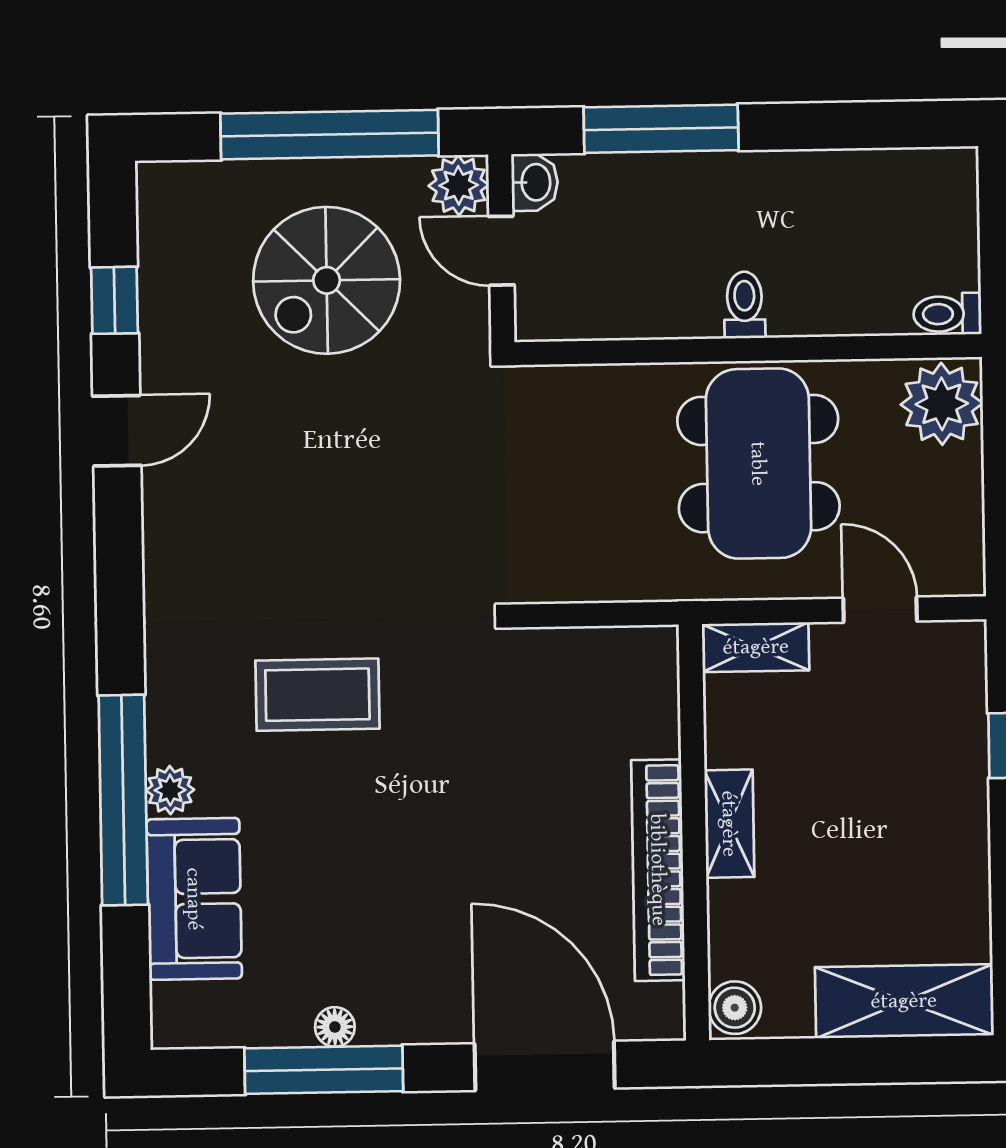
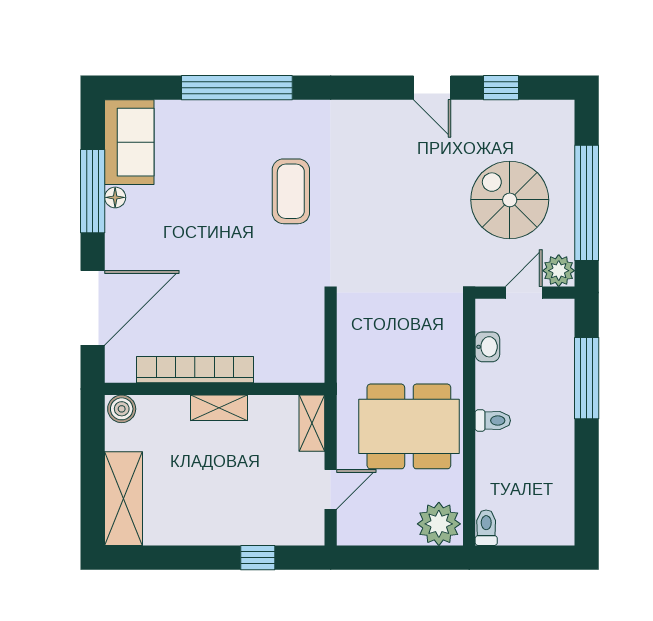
washbasin: (535, 182) -> (487, 347), moved, turned -90
plant: (170, 790) -> (242, 113), removed
sofa: (194, 899) -> (129, 142), moved, turned -90

